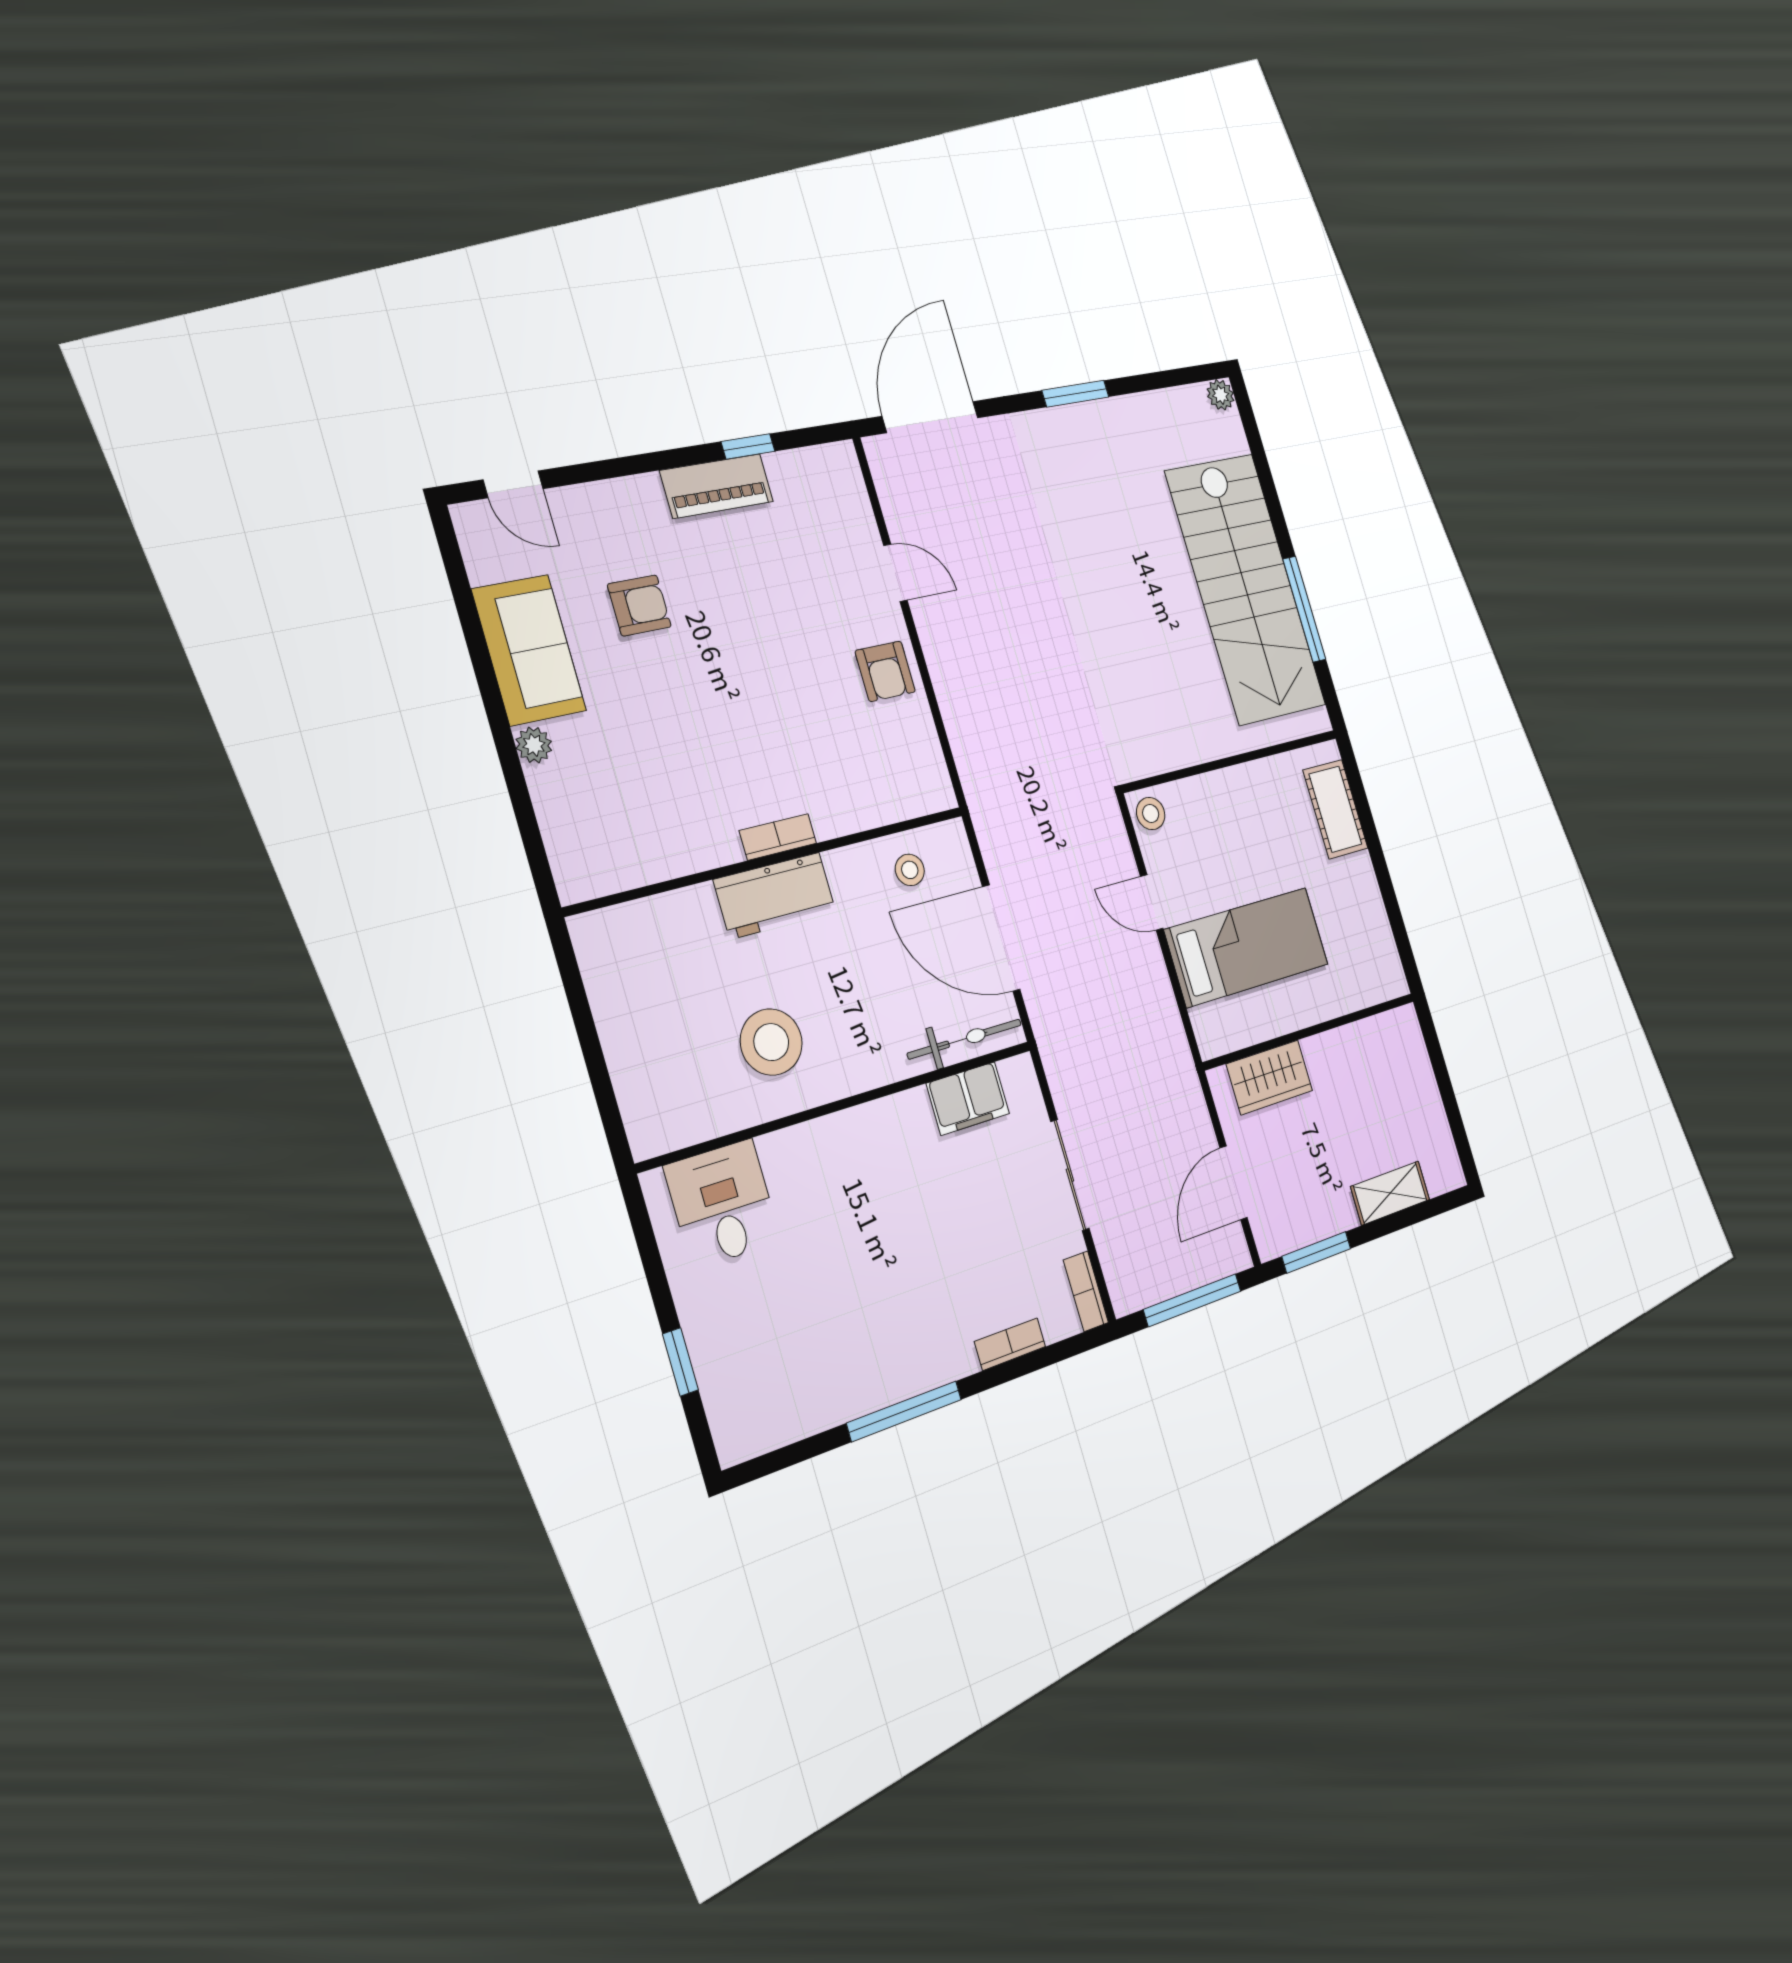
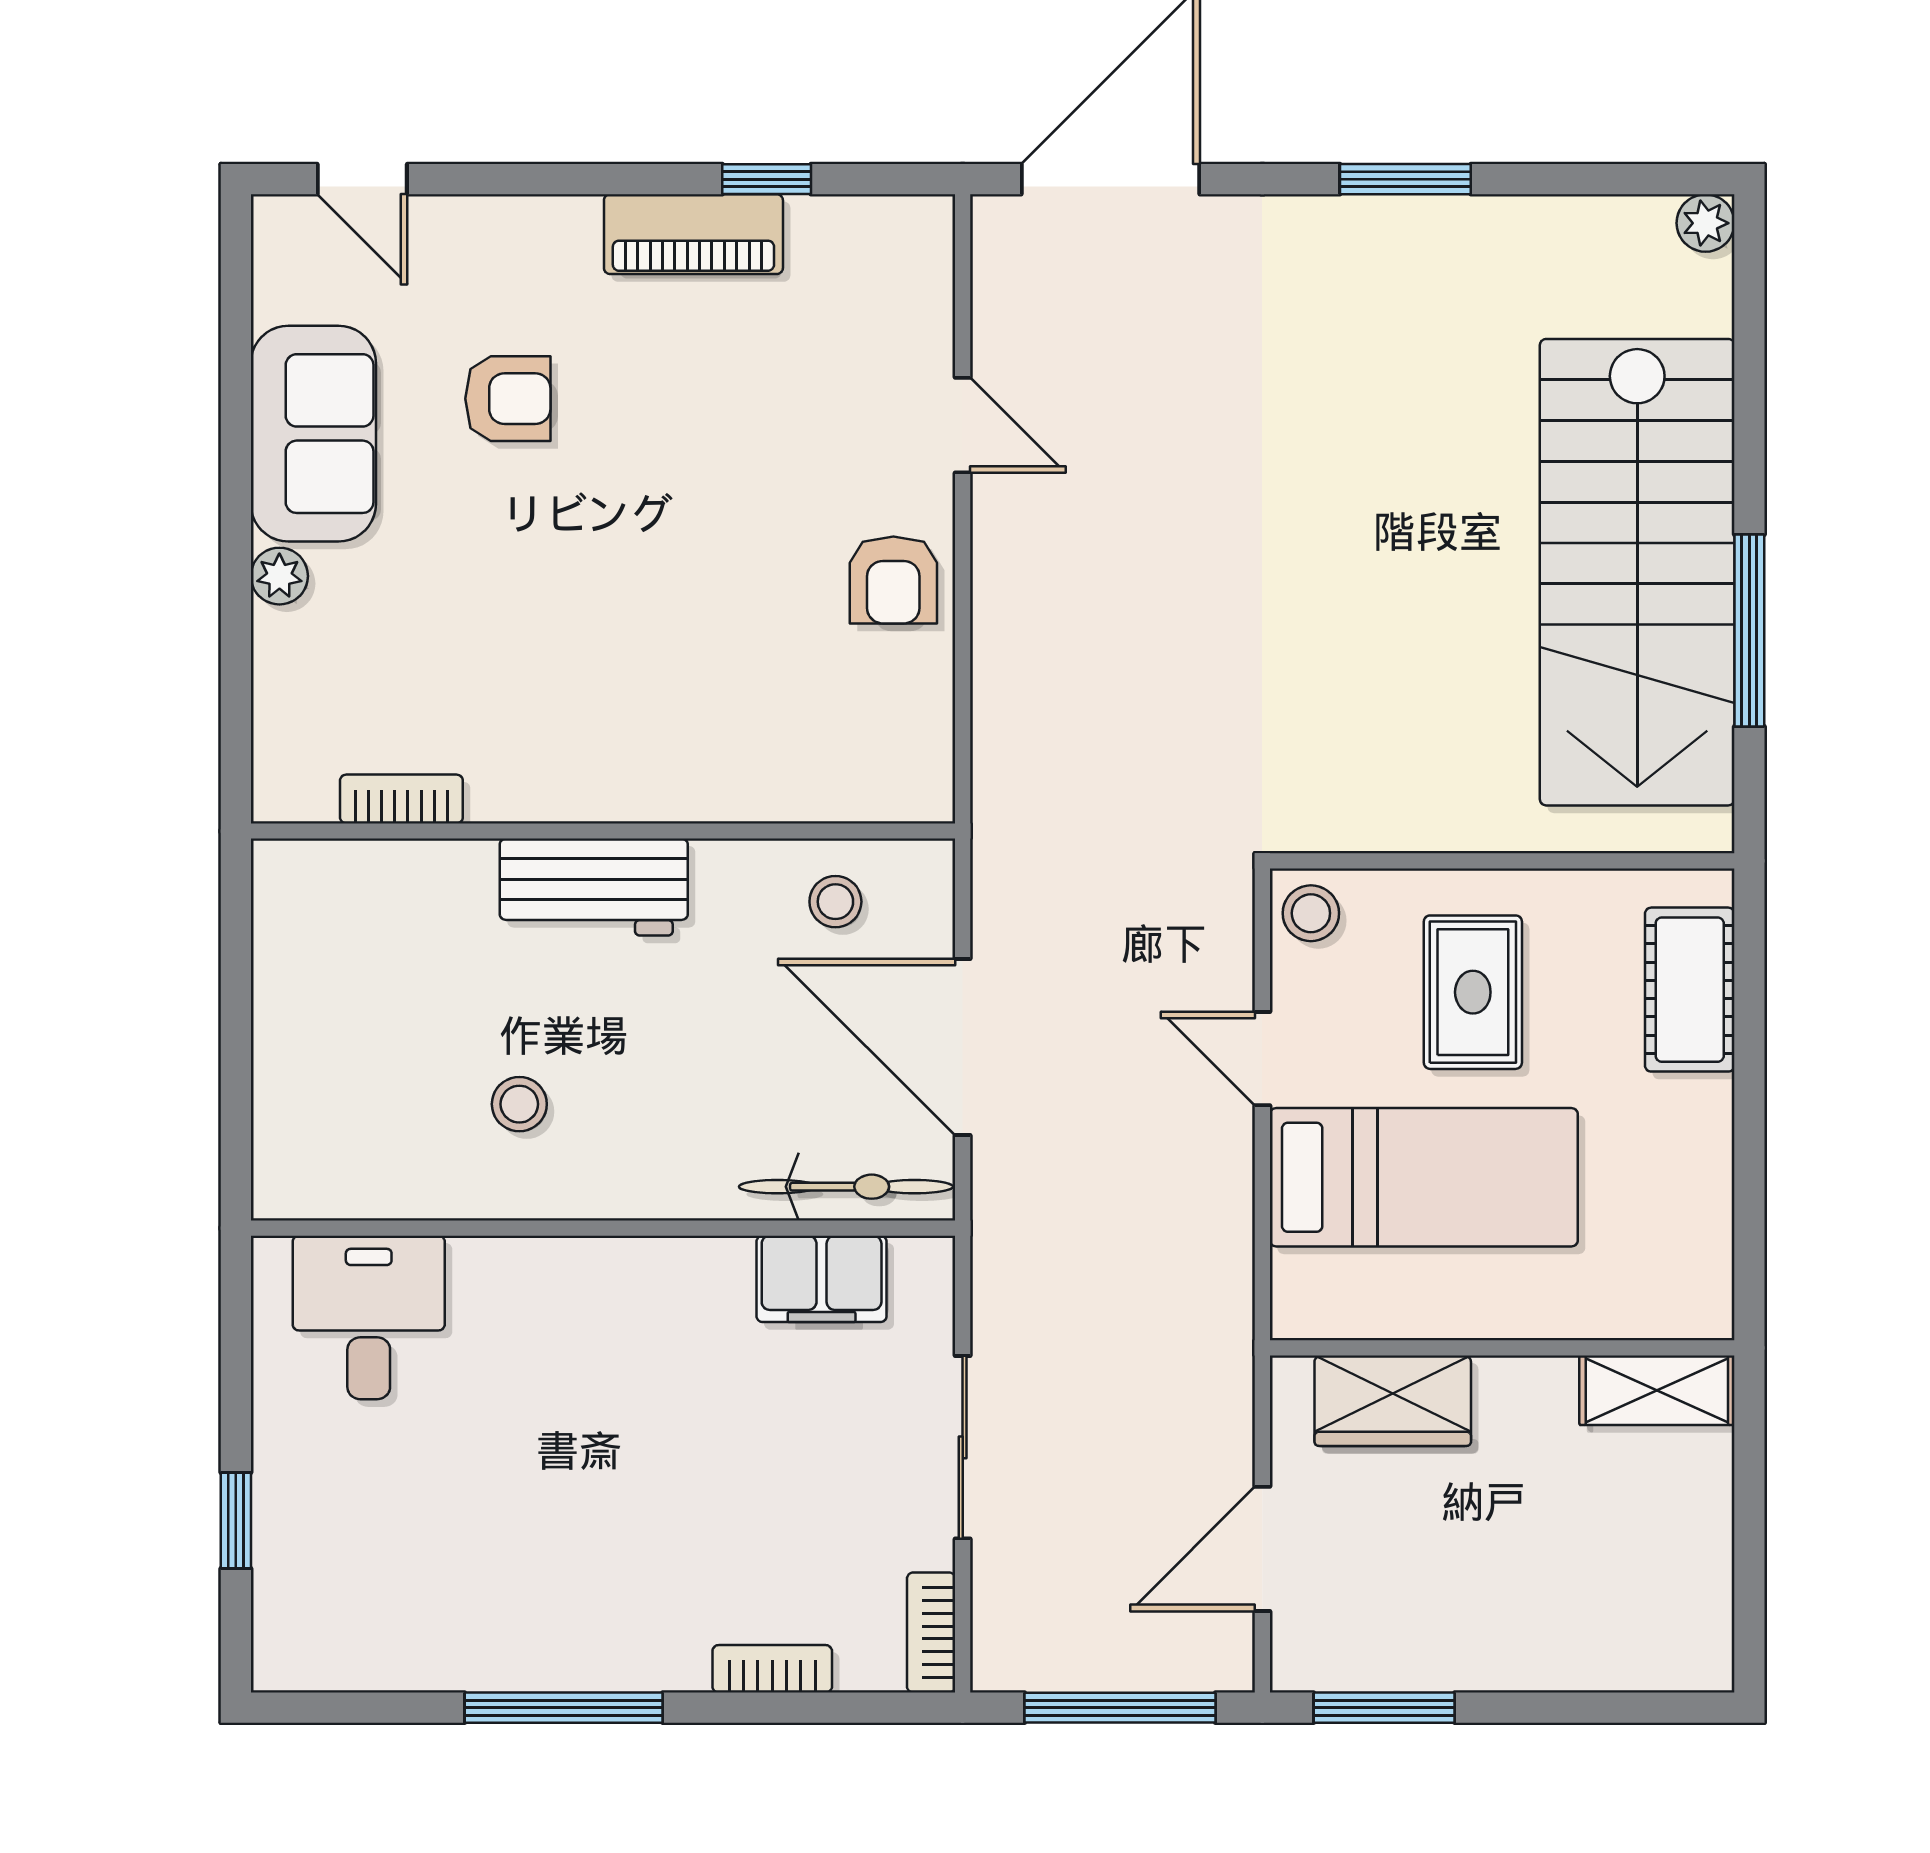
bookcase: (778, 837) -> (401, 799), moved
rug: (1239, 837) -> (1473, 992), added
stool: (771, 1042) -> (519, 1104), width x0.53, depth x0.53
shelving: (1390, 1193) -> (1657, 1390), moved

